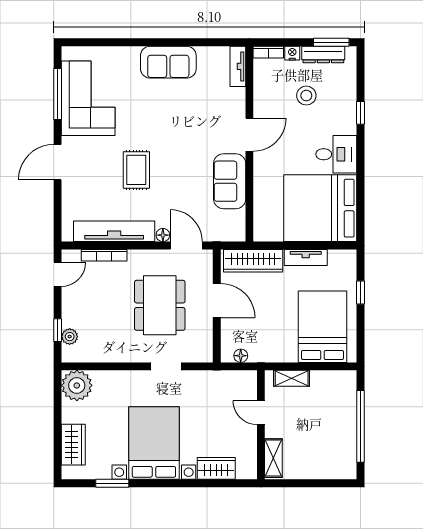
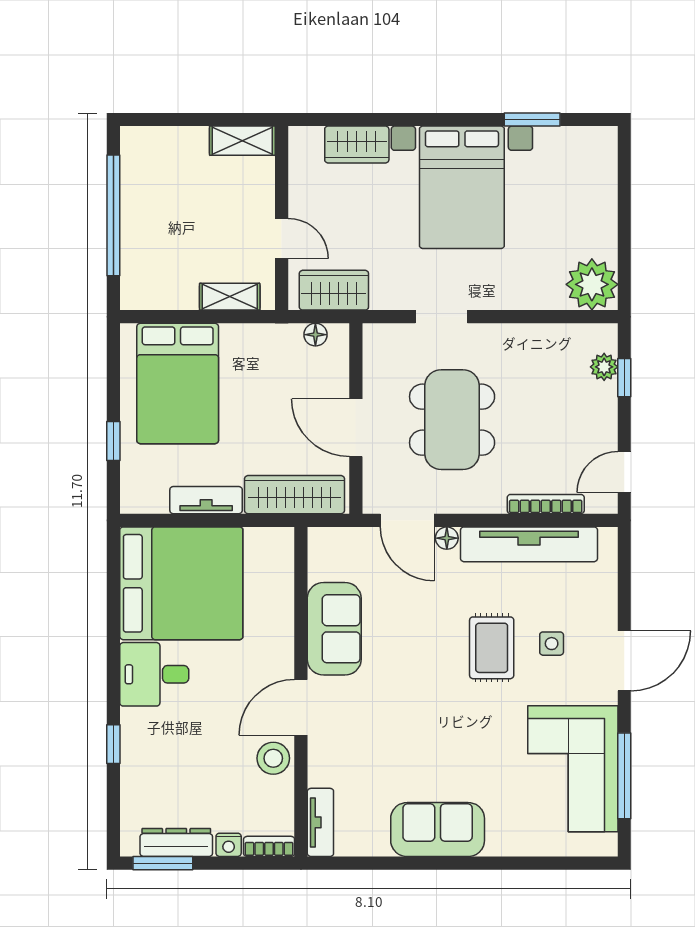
stool: (306, 96) -> (273, 758), moved
side table: (101, 172) -> (552, 644), added
wardrobe: (73, 445) -> (334, 290), moved, turned 90
shelving: (273, 458) -> (242, 141), moved, turned 90

